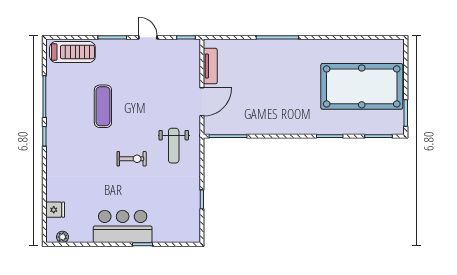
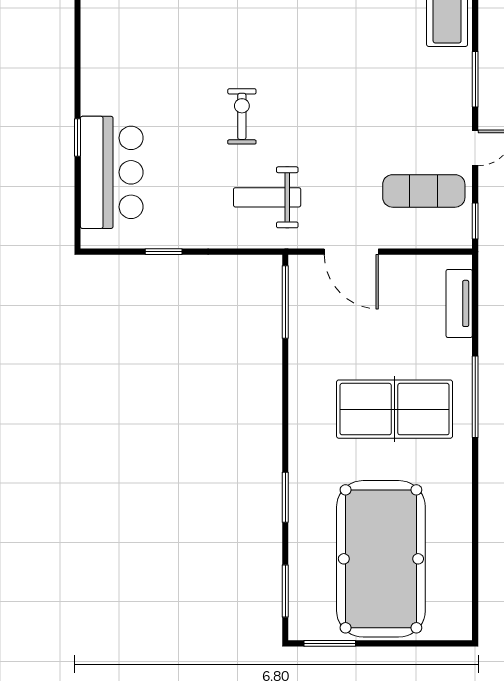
tv unit: (210, 66) -> (459, 303), moved, turned 90
table tennis table: (284, 79) -> (395, 409), added
exercise mat: (103, 106) -> (424, 191), moved
exercise bike: (132, 159) -> (242, 116), turned 180
bar counter: (123, 226) -> (112, 172), moved

